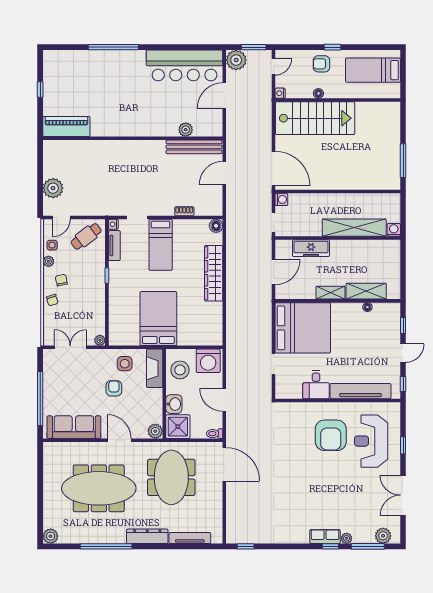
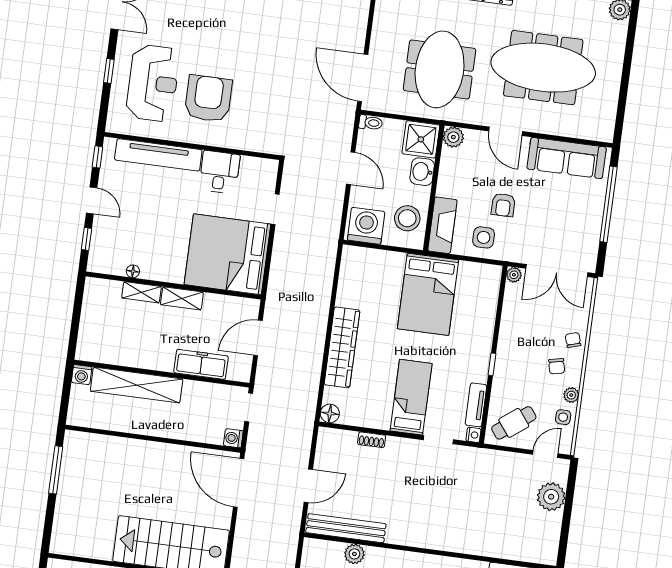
shelving: (366, 291) -> (142, 292), width x0.67, depth x0.75
double door: (70, 347) -> (557, 271), width x1.37
door: (403, 353) -> (92, 200), swing flipped

